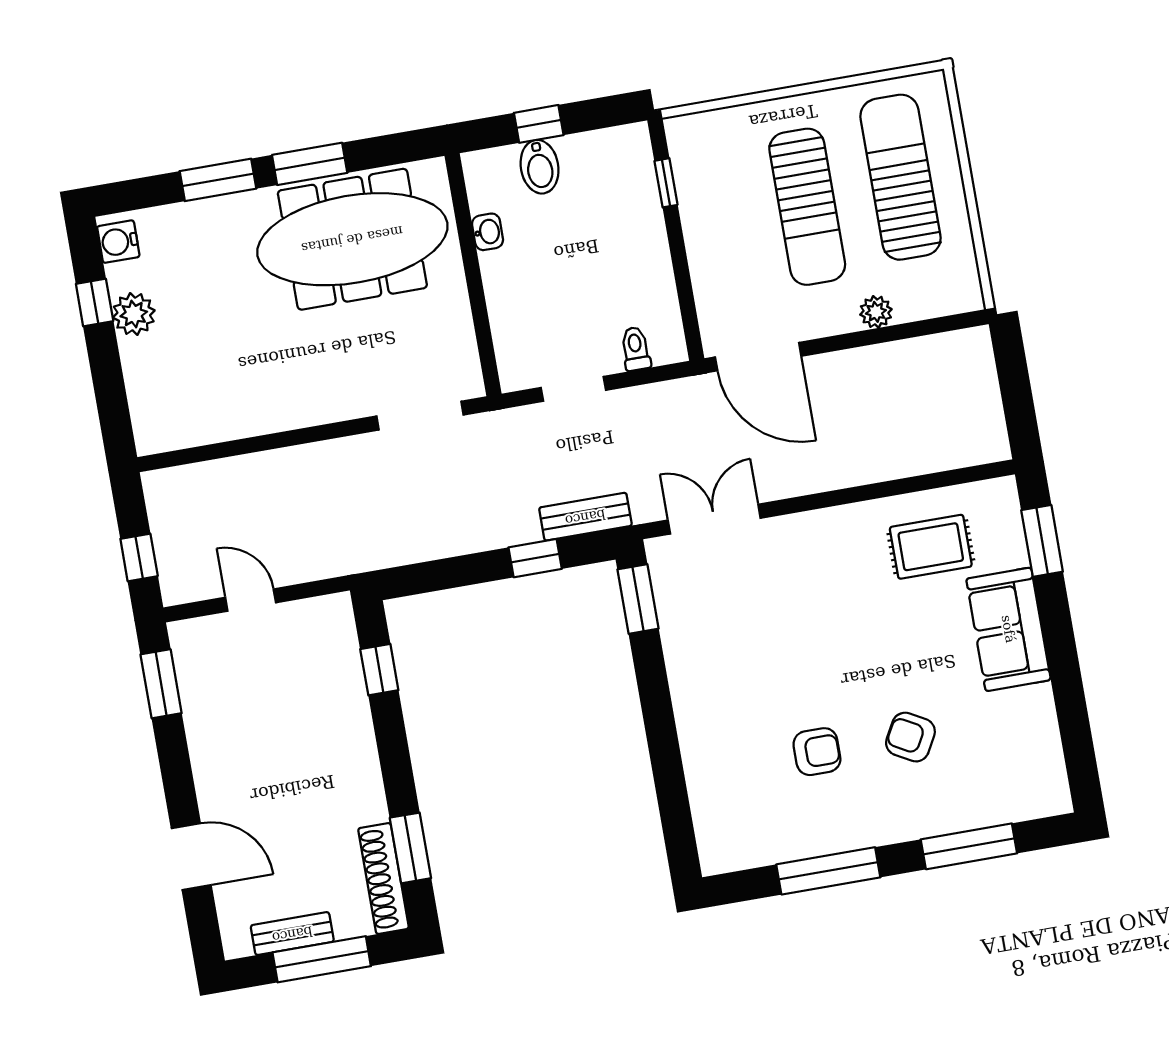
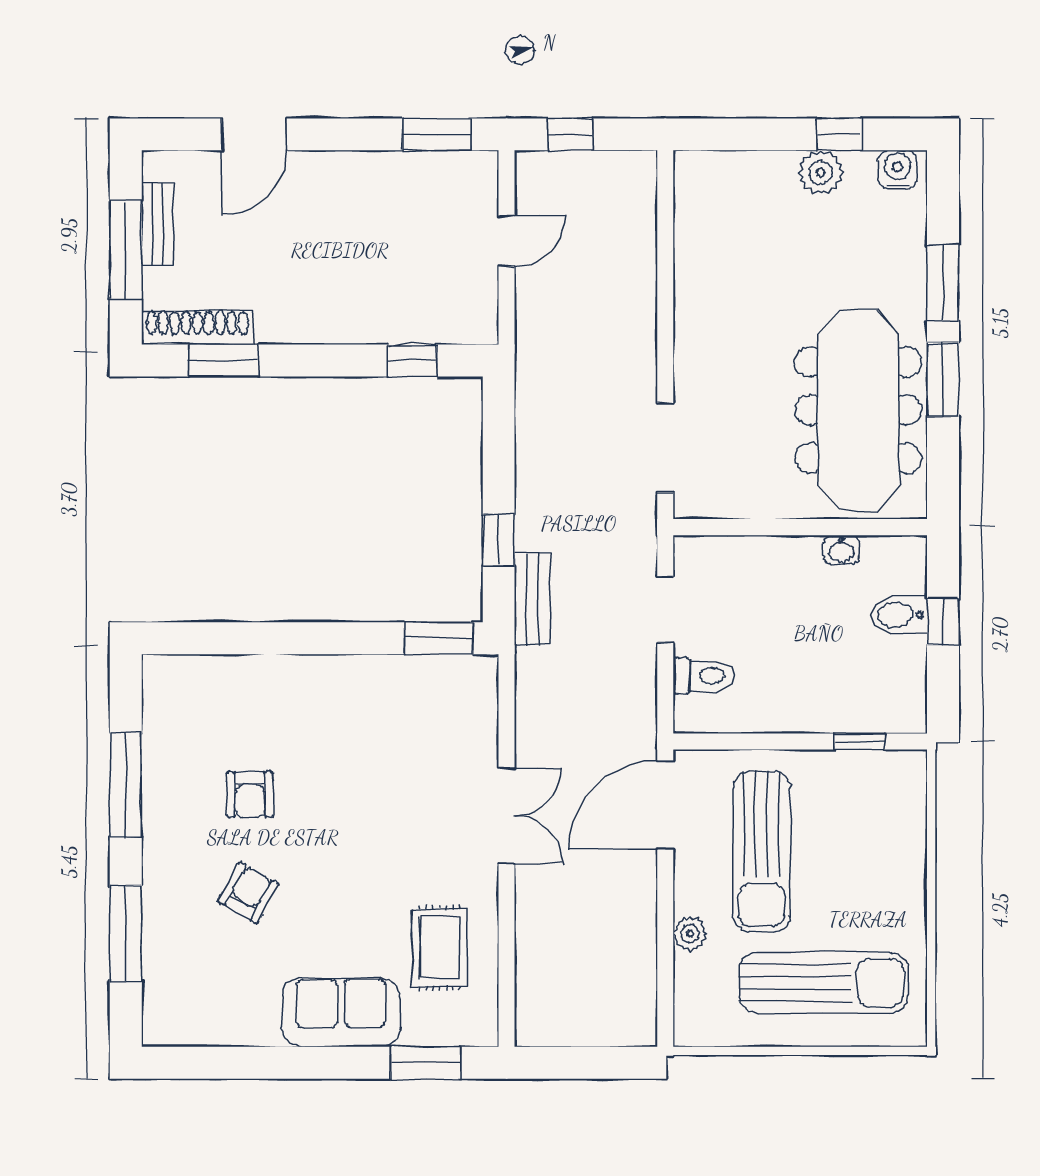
sun lounger: (807, 207) -> (762, 851), moved, turned -90
toilet: (636, 349) -> (704, 676), width x1.37, depth x1.39
double door: (714, 519) -> (507, 816), moved

